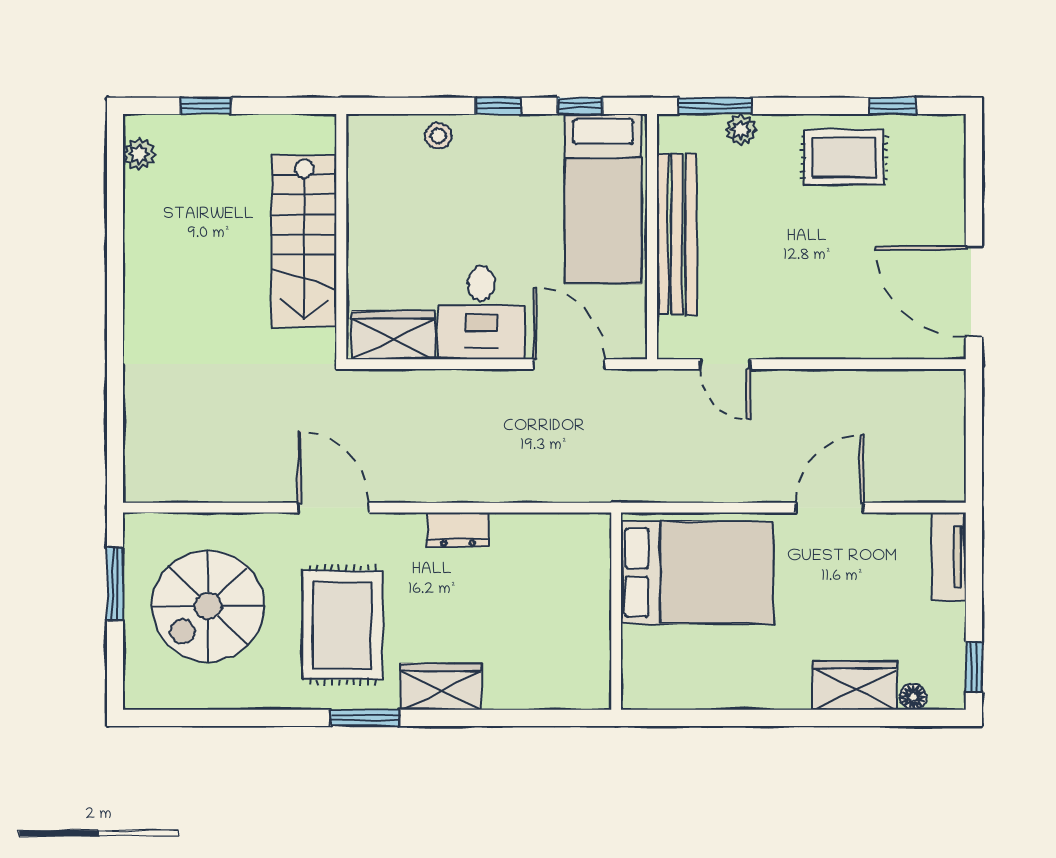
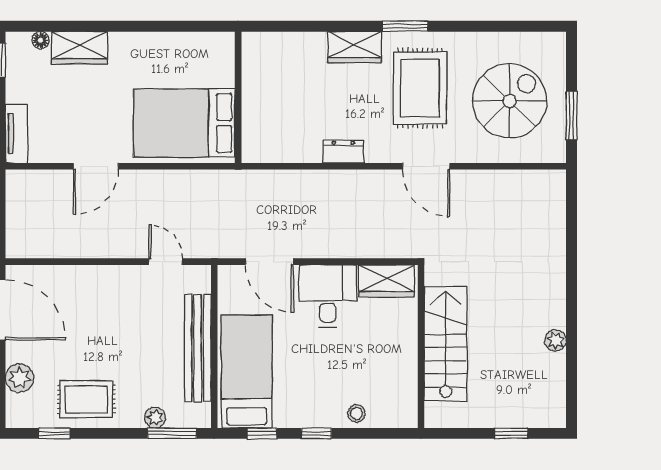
plant: (139, 154) -> (555, 340), moved
plant: (945, 189) -> (20, 378), added

